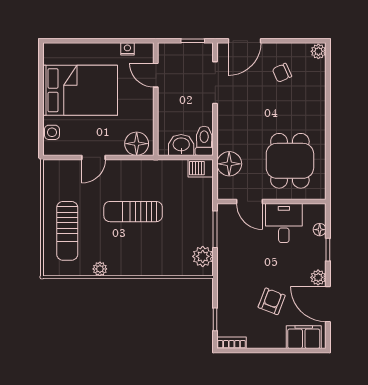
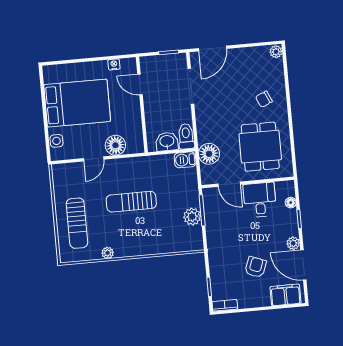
chair: (282, 73) -> (264, 99), moved
floor lamp: (137, 144) -> (115, 145), moved
plant: (203, 256) -> (192, 217), moved

